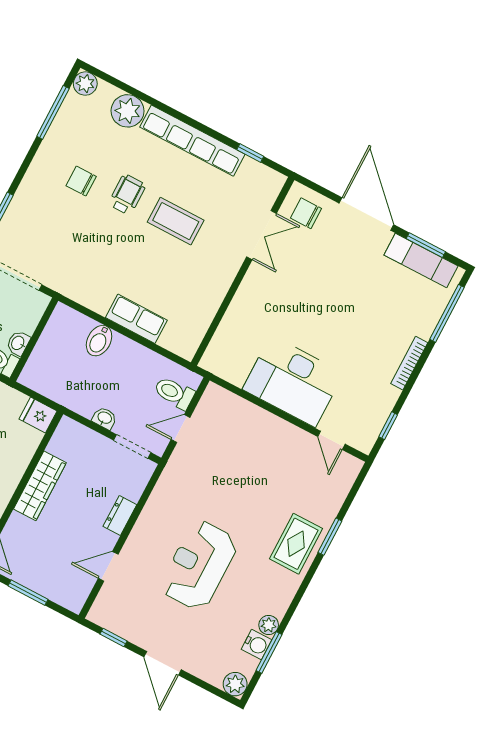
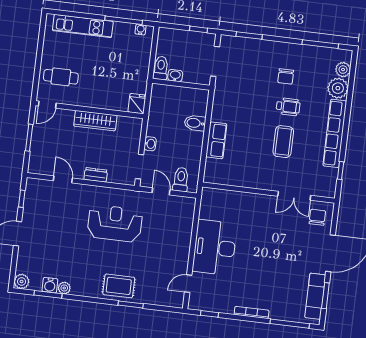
plant: (85, 84) -> (343, 70), moved
chair: (81, 181) -> (286, 76), turned 180
reception desk: (199, 565) -> (115, 223), moved

